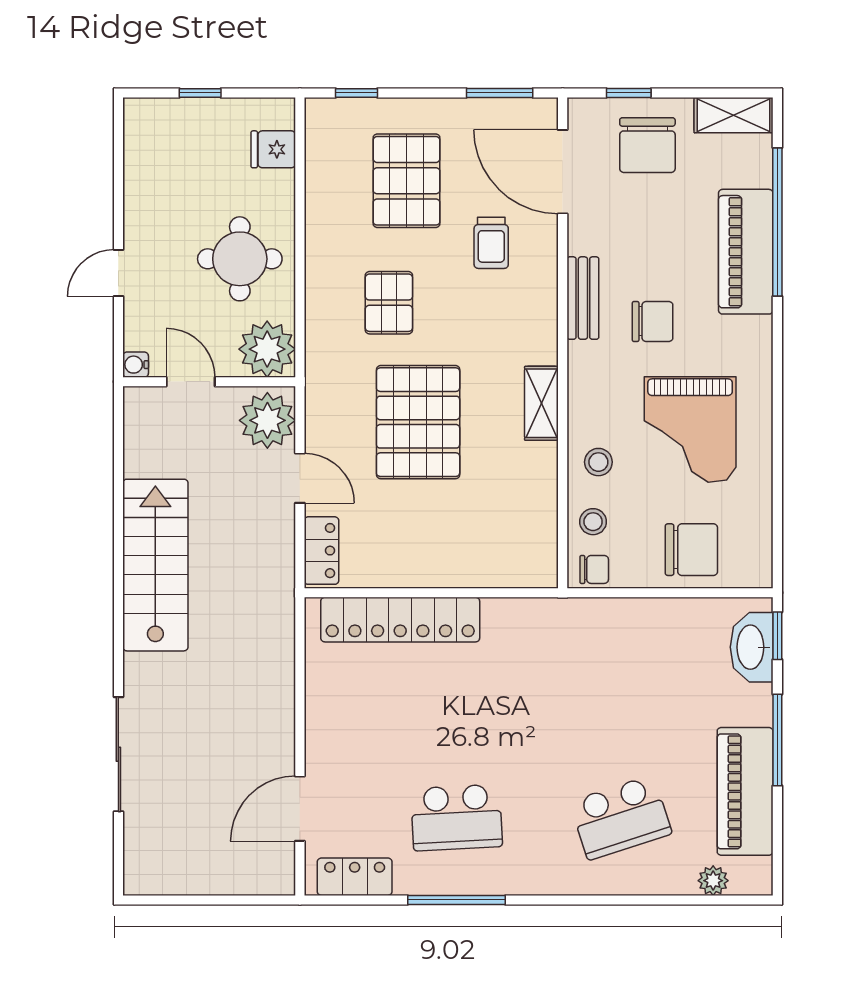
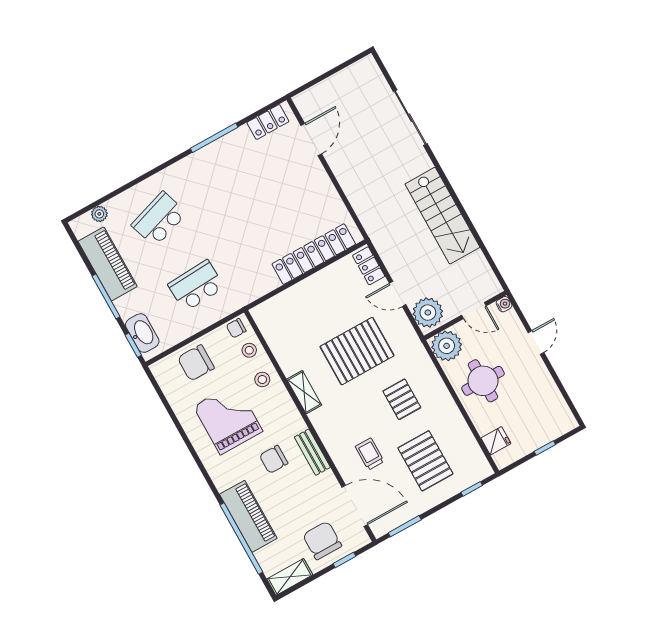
pallet: (418, 422) -> (357, 351), turned 90
school desk: (457, 818) -> (196, 286), moved

